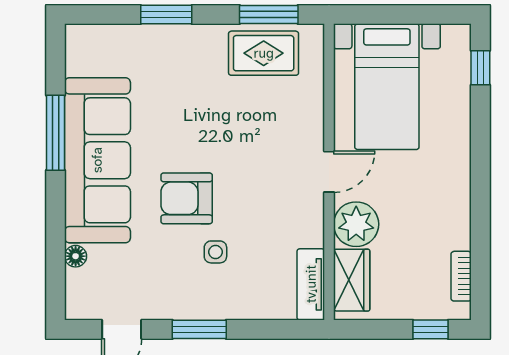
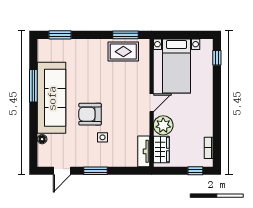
window: (166, 15) -> (60, 35), moved

